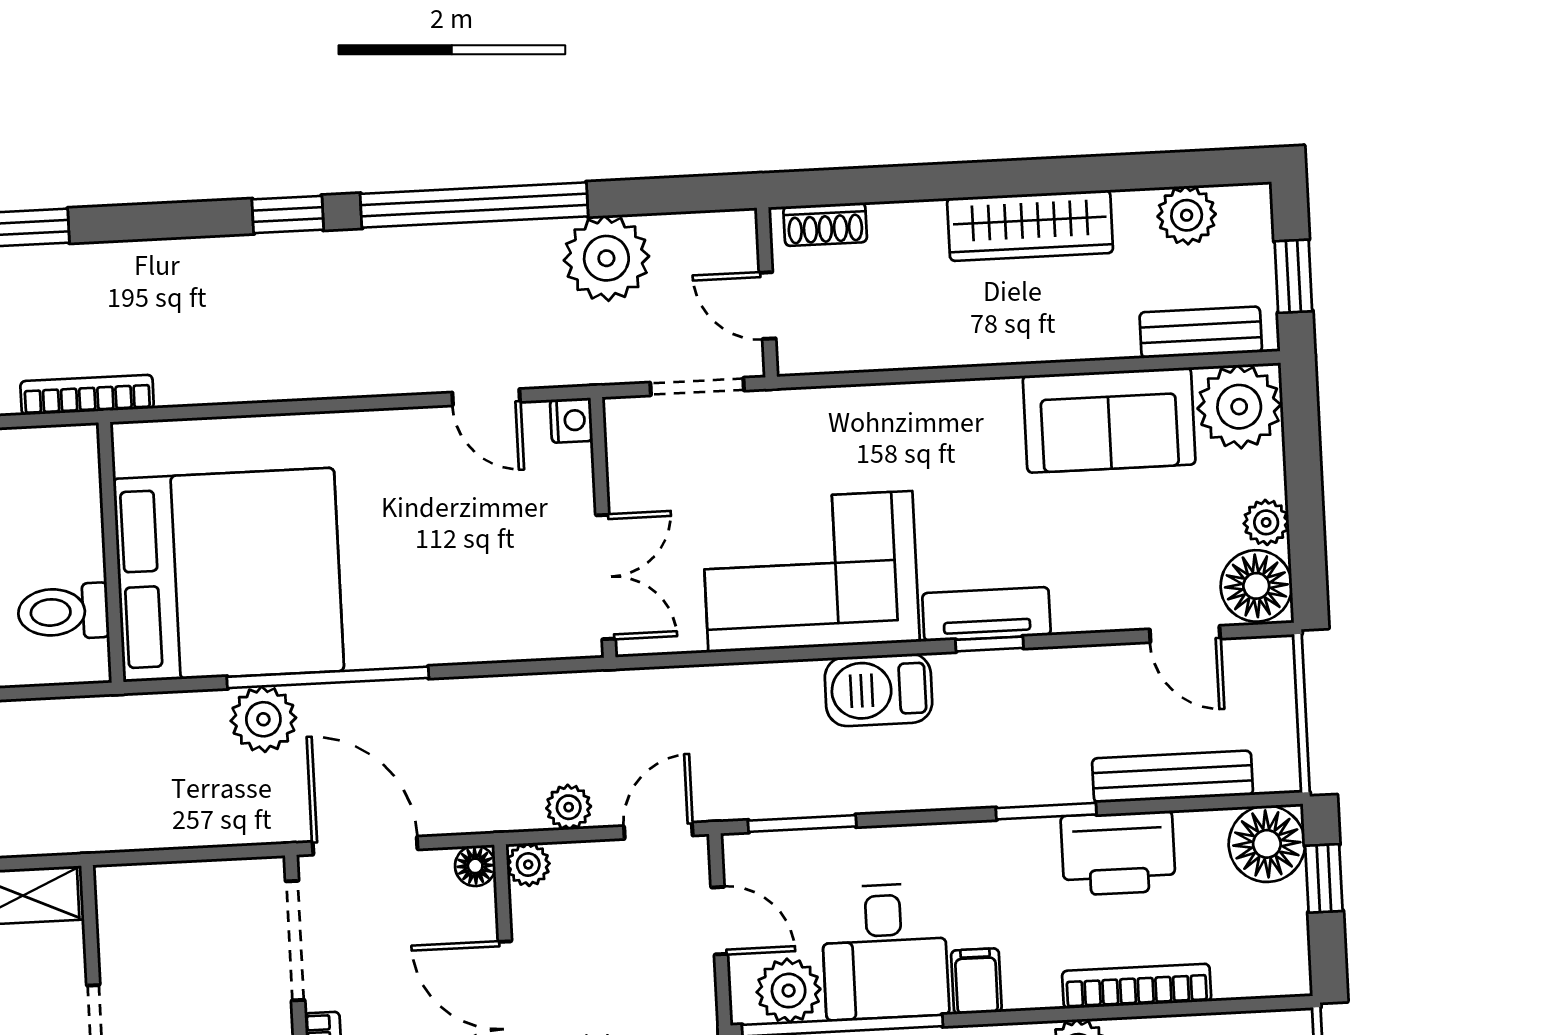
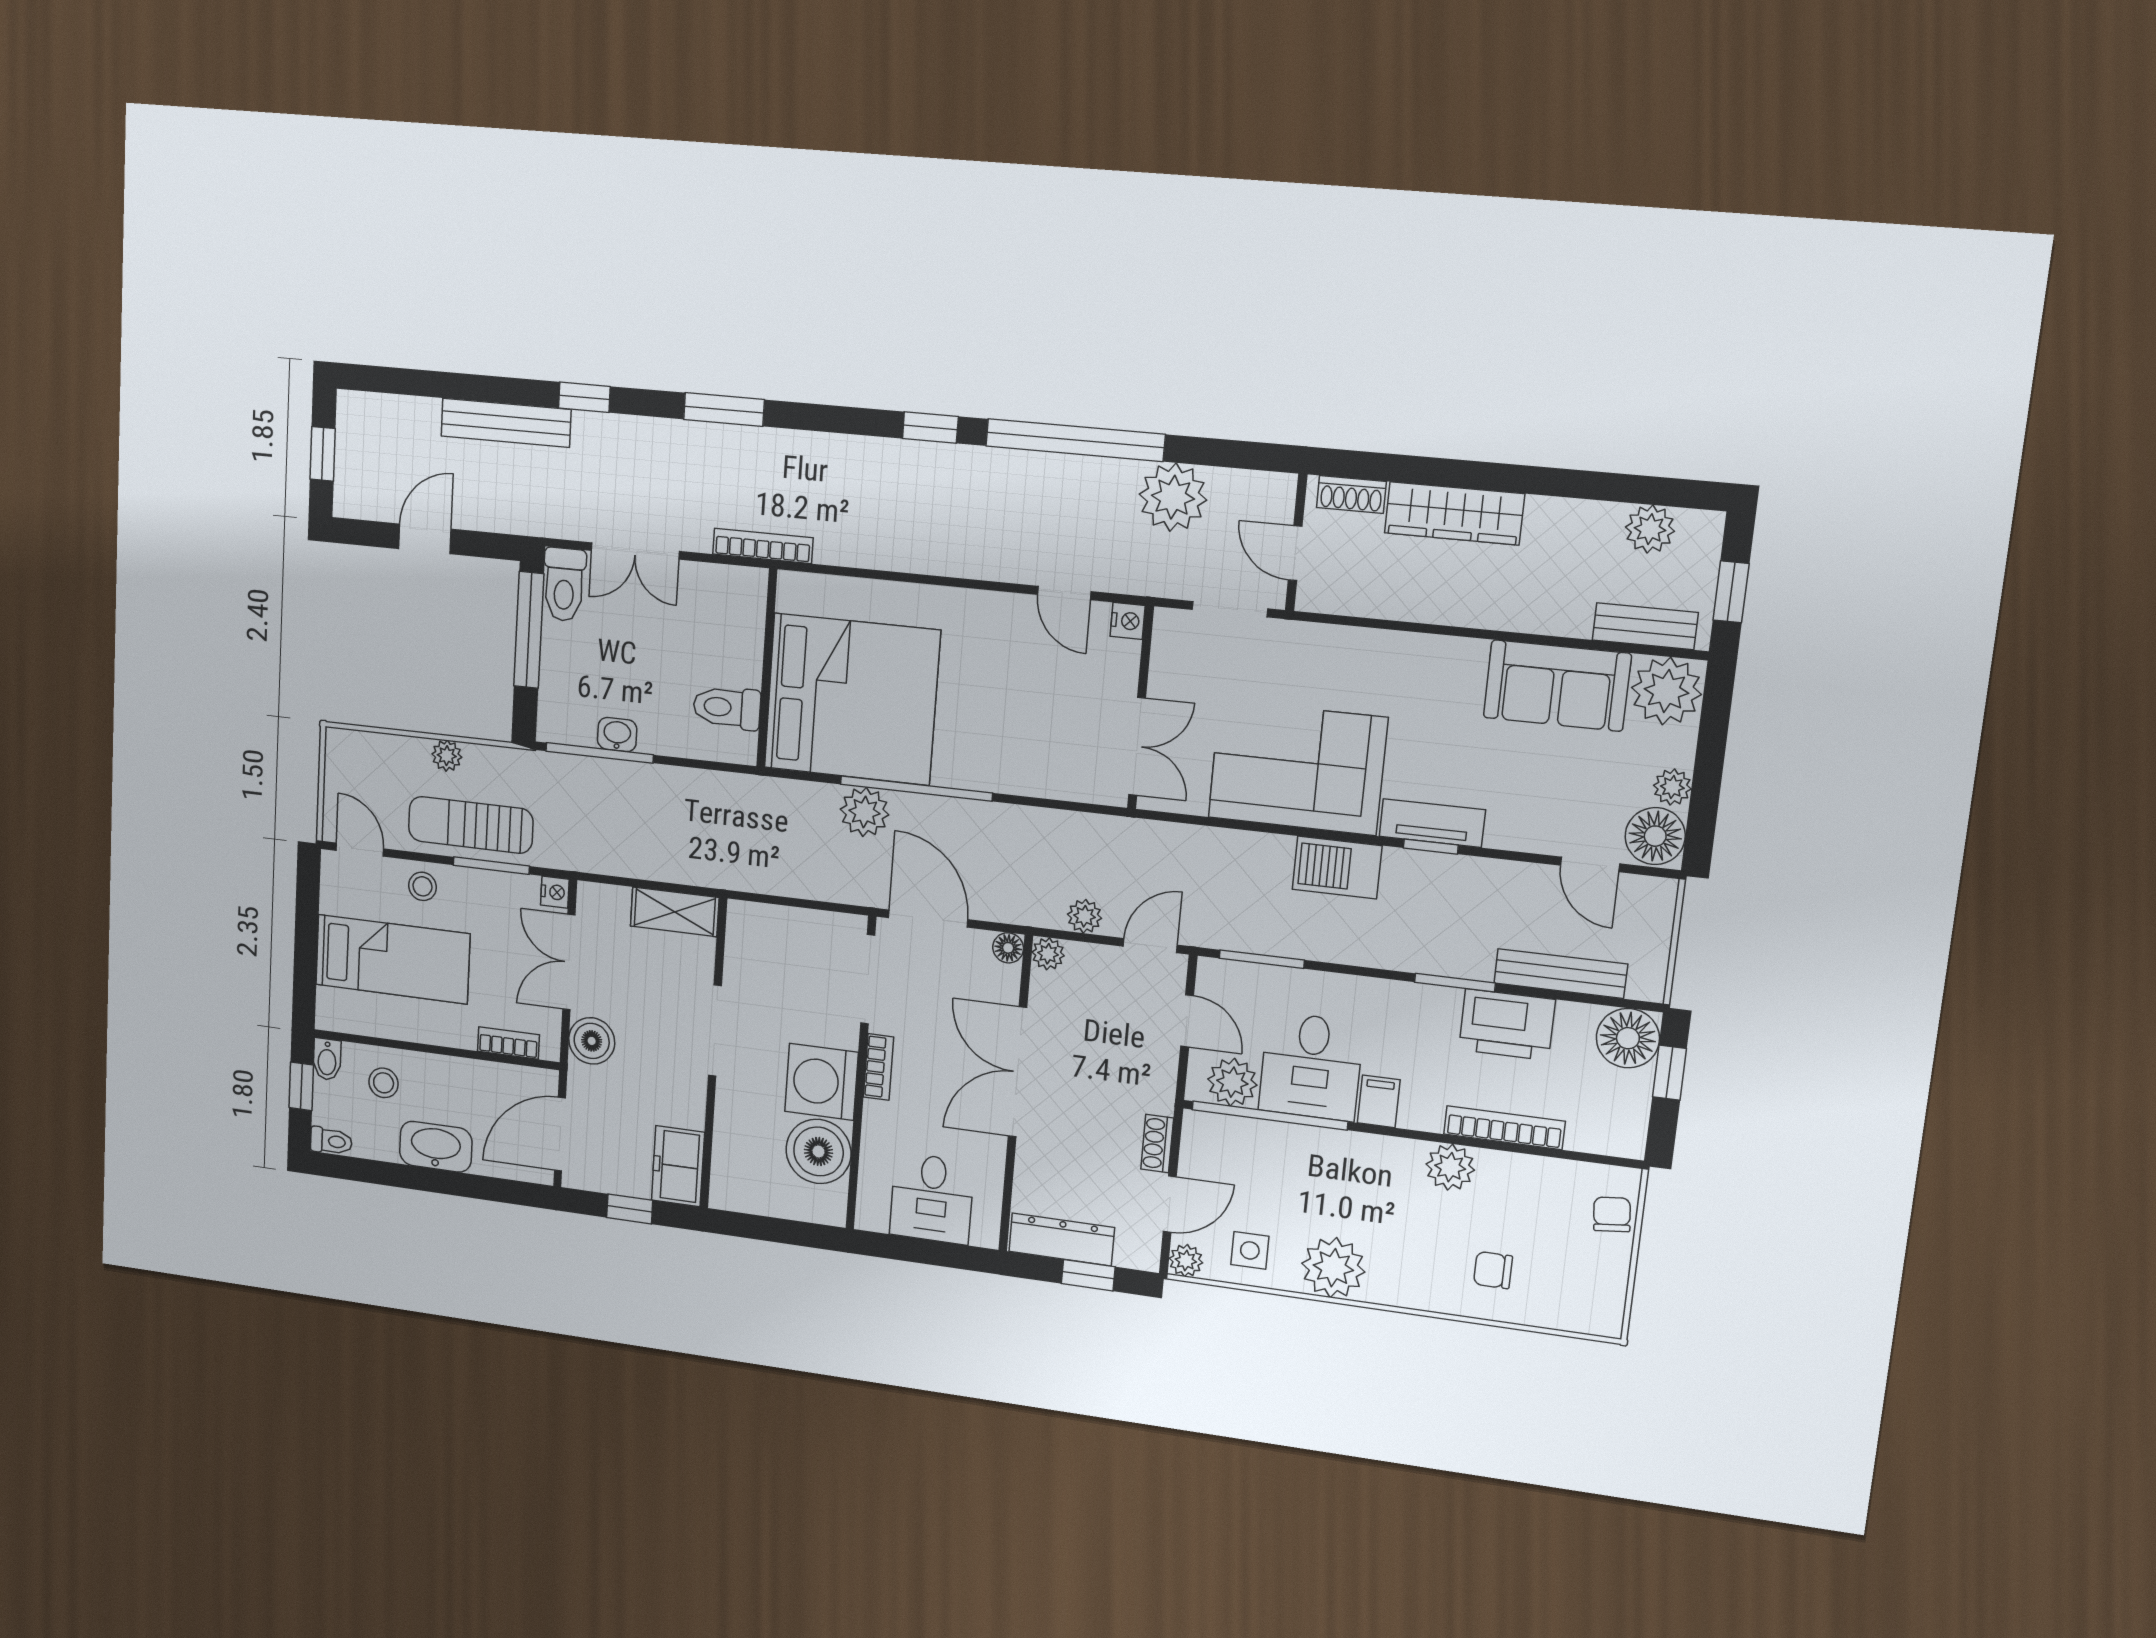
wardrobe: (1030, 226) -> (1454, 513), moved

